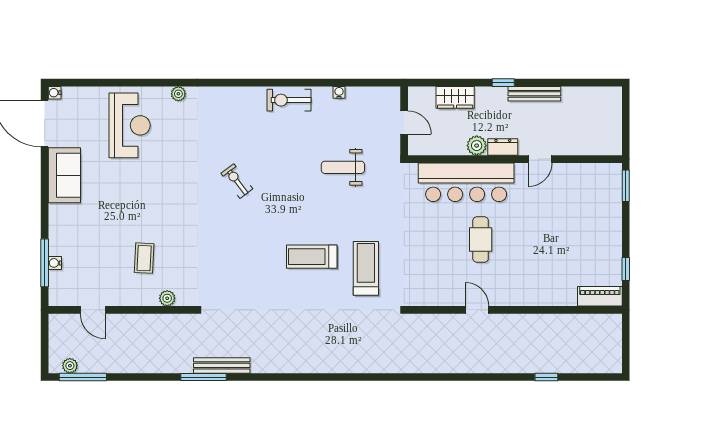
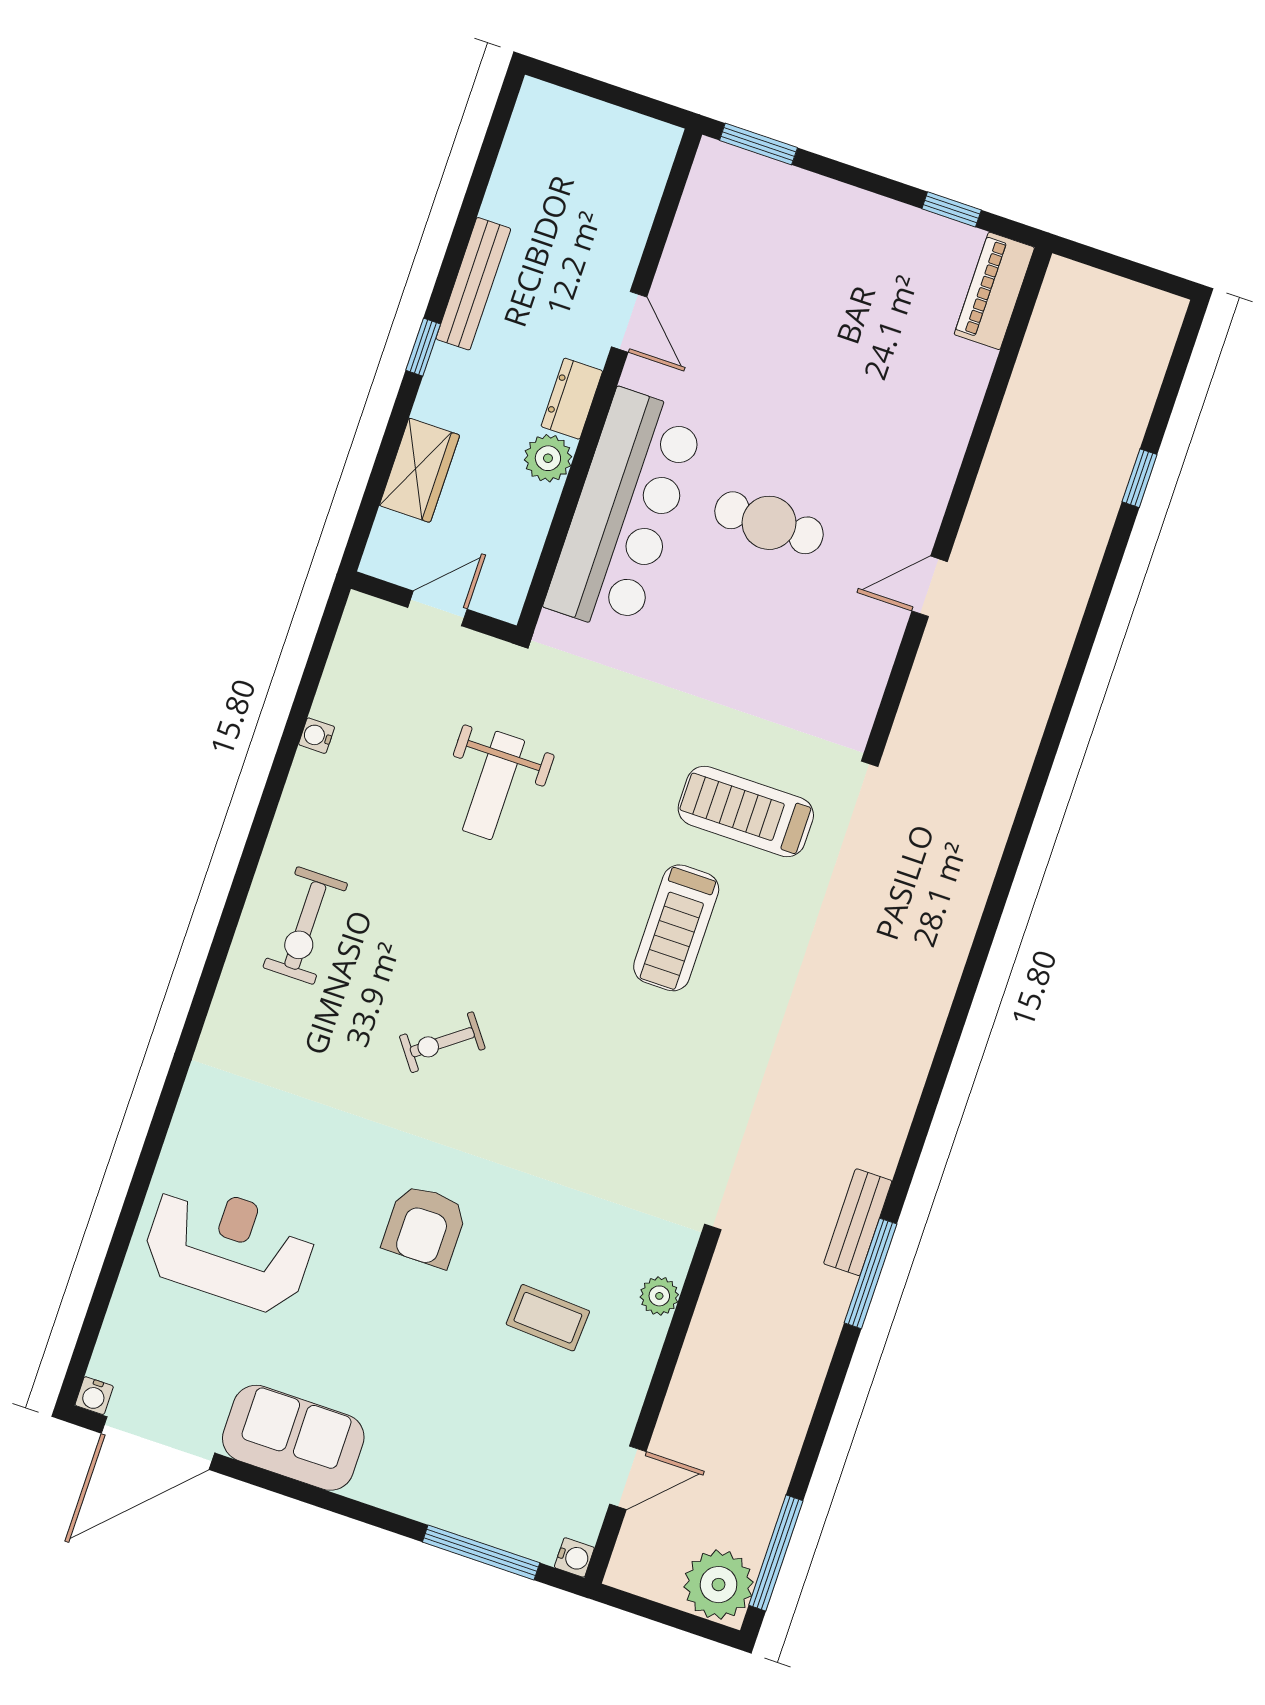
plant: (178, 94) -> (194, 1109), removed
exercise bike: (289, 100) -> (305, 926), moved
armchair: (164, 198) -> (425, 1226), added
water cooler: (55, 263) -> (574, 1557), moved, turned -90
bench: (222, 365) -> (858, 1222), width x0.73
plant: (70, 366) -> (719, 1585), width x1.88, depth x1.88

